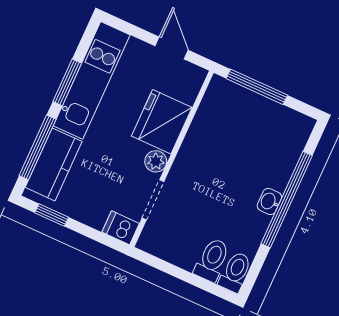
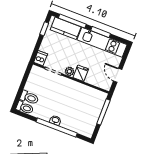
door: (172, 48) -> (118, 75), swing flipped
fridge: (162, 122) -> (81, 73), width x0.53, depth x0.75

